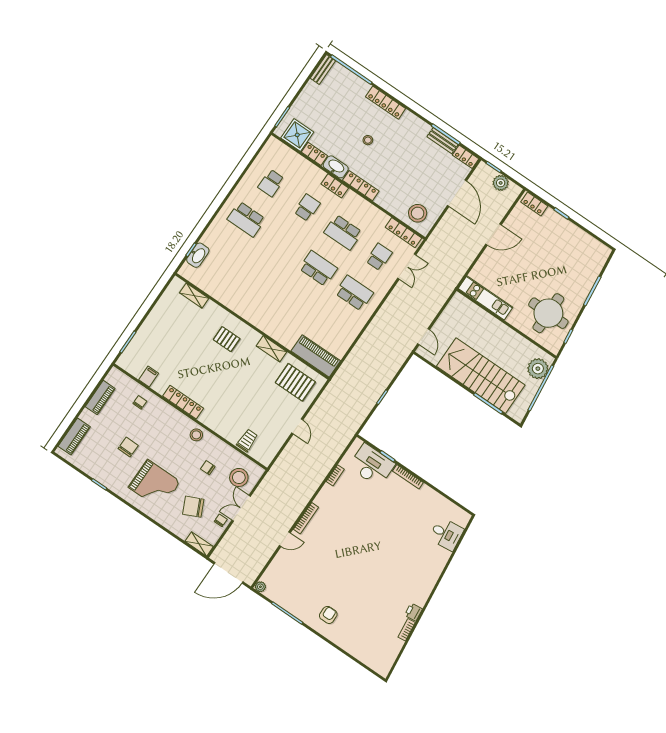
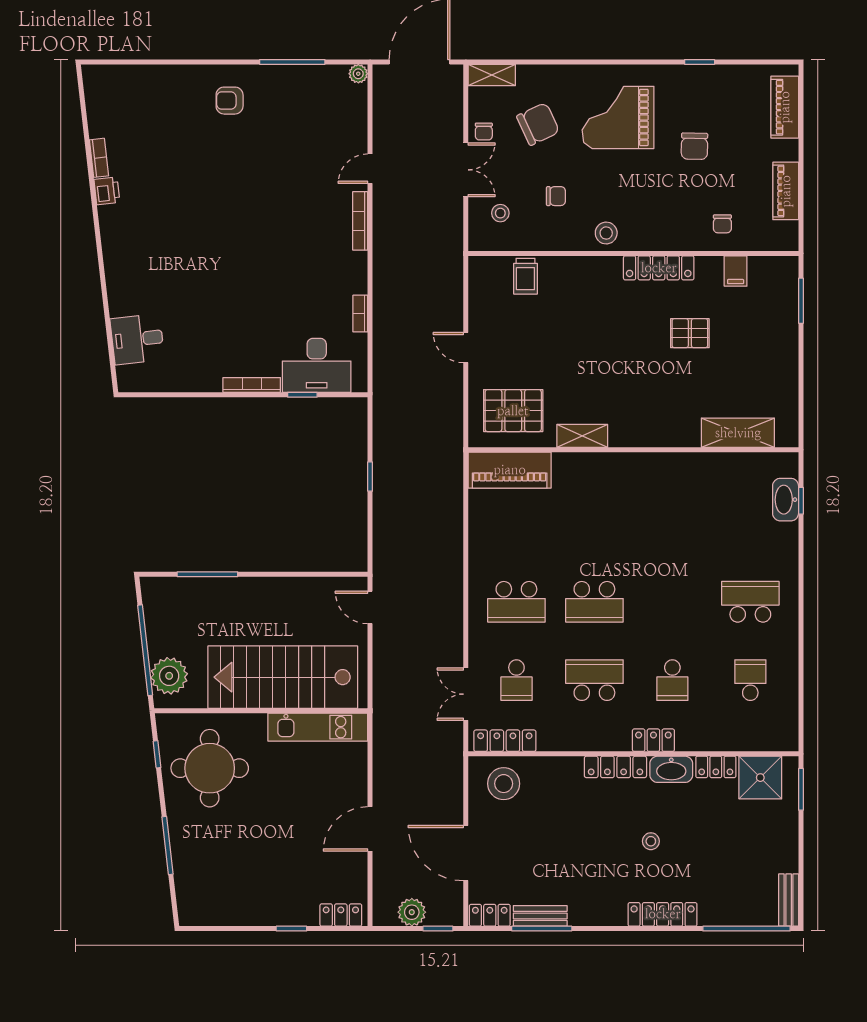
shelving: (194, 296) -> (738, 433), width x1.50, depth x1.33
pallet: (227, 339) -> (690, 333), moved
stairs: (481, 376) -> (283, 677), moved, turned 180
stool: (239, 477) -> (500, 213), width x0.53, depth x0.53
armchair: (328, 615) -> (230, 101), turned 90

